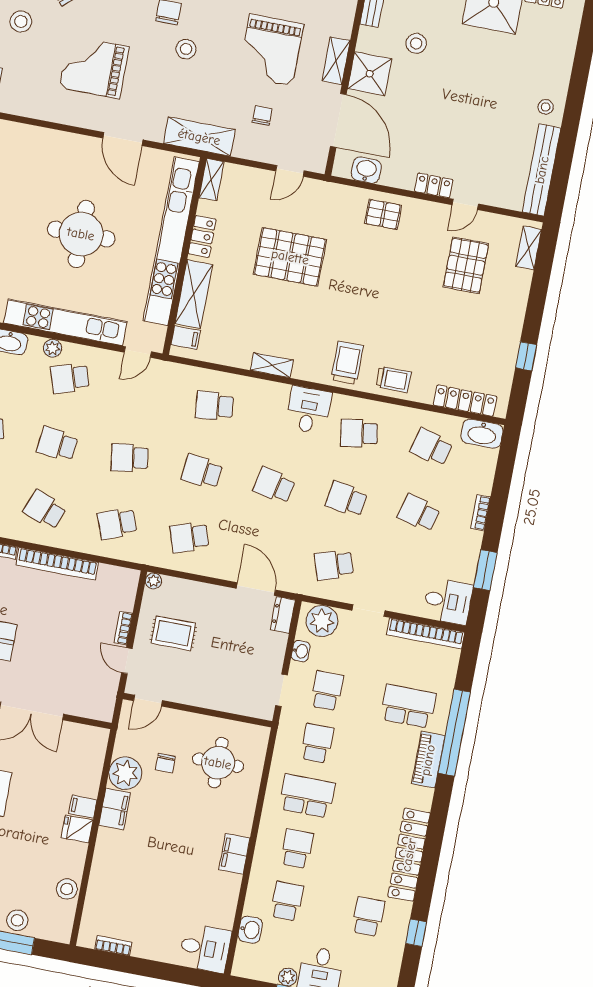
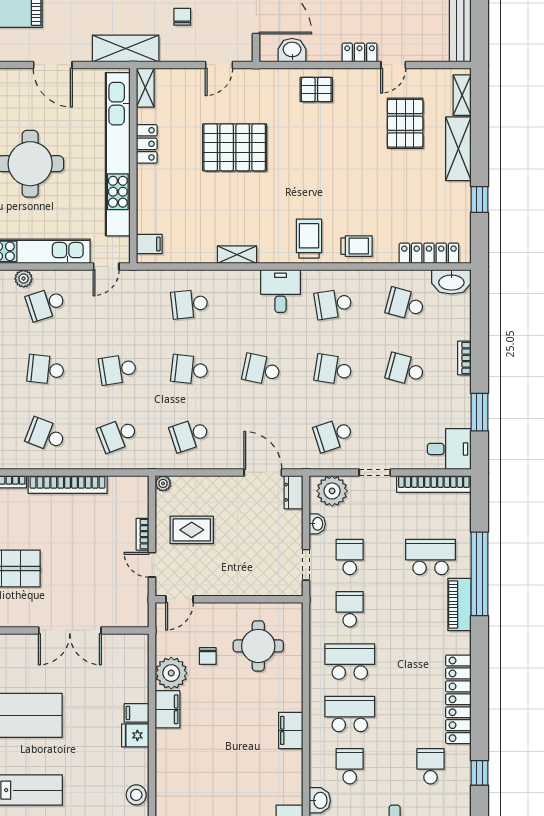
shelving: (194, 294) -> (458, 149), moved
school desk: (297, 849) -> (350, 714), width x1.85

